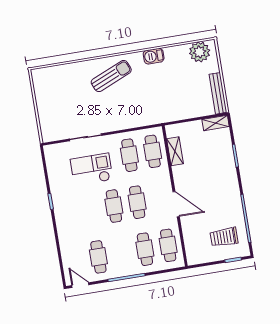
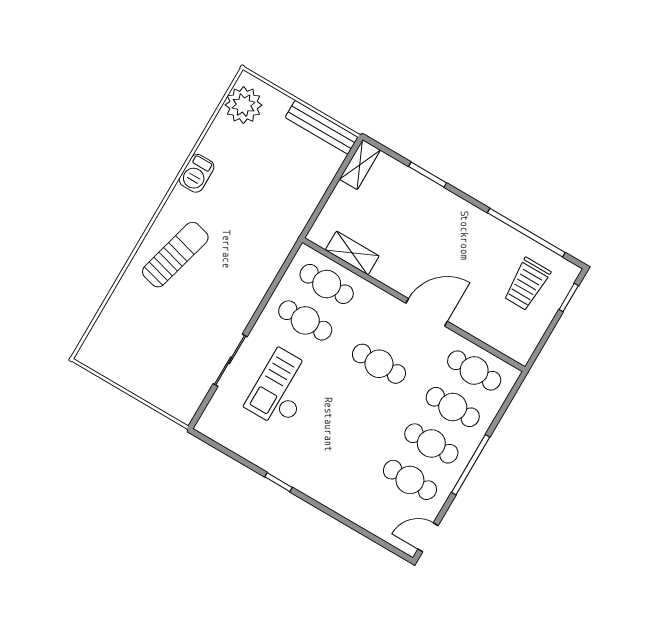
sun lounger: (111, 76) -> (175, 255), turned 38
cafe table: (114, 206) -> (431, 443), moved

